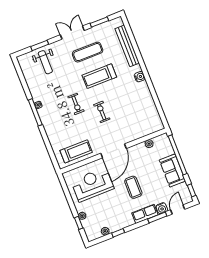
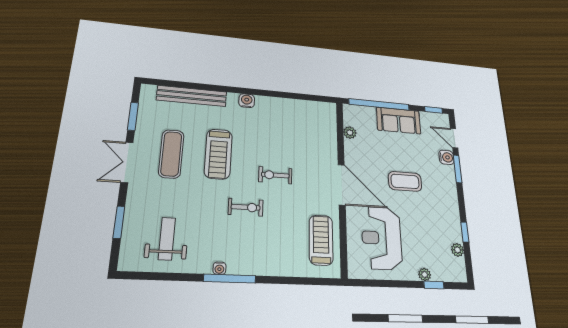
weight bench: (45, 62) -> (167, 239), moved, turned -90
row of seats: (145, 214) -> (448, 183), removed

